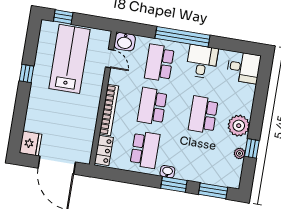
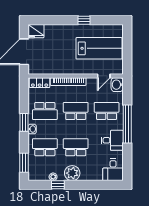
window: (63, 17) -> (127, 39), removed
school desk: (196, 158) -> (45, 147), added
window: (174, 184) -> (24, 122), moved

